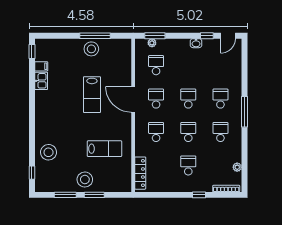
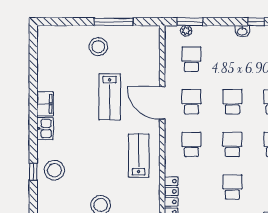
stool: (91, 49) -> (98, 47), moved
window: (32, 52) -> (33, 42), removed
filing cabinet: (41, 66) -> (45, 104), moved, width x2.00
kitchen sink: (41, 81) -> (45, 128), moved
lab bench: (104, 149) -> (139, 156), moved, turned -90
window: (32, 173) -> (33, 172), moved

